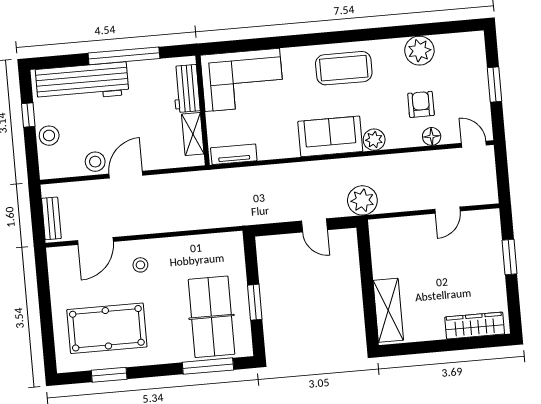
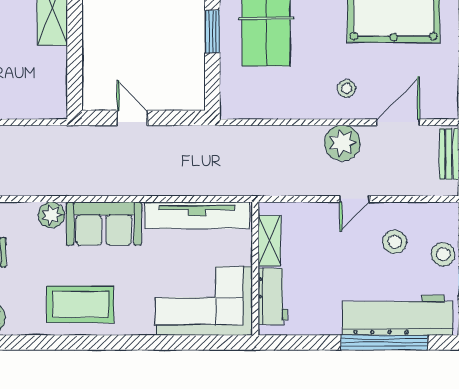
window: (124, 56) -> (384, 343), moved
tv unit: (234, 154) -> (197, 215), width x1.92, depth x1.29
stool: (95, 162) -> (395, 242), moved
door: (126, 175) -> (354, 199), width x0.73
plant: (362, 200) -> (342, 143), moved

